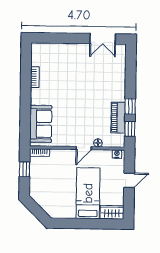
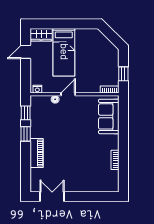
piano: (118, 118) -> (37, 153), moved
door: (129, 180) -> (26, 52), moved

